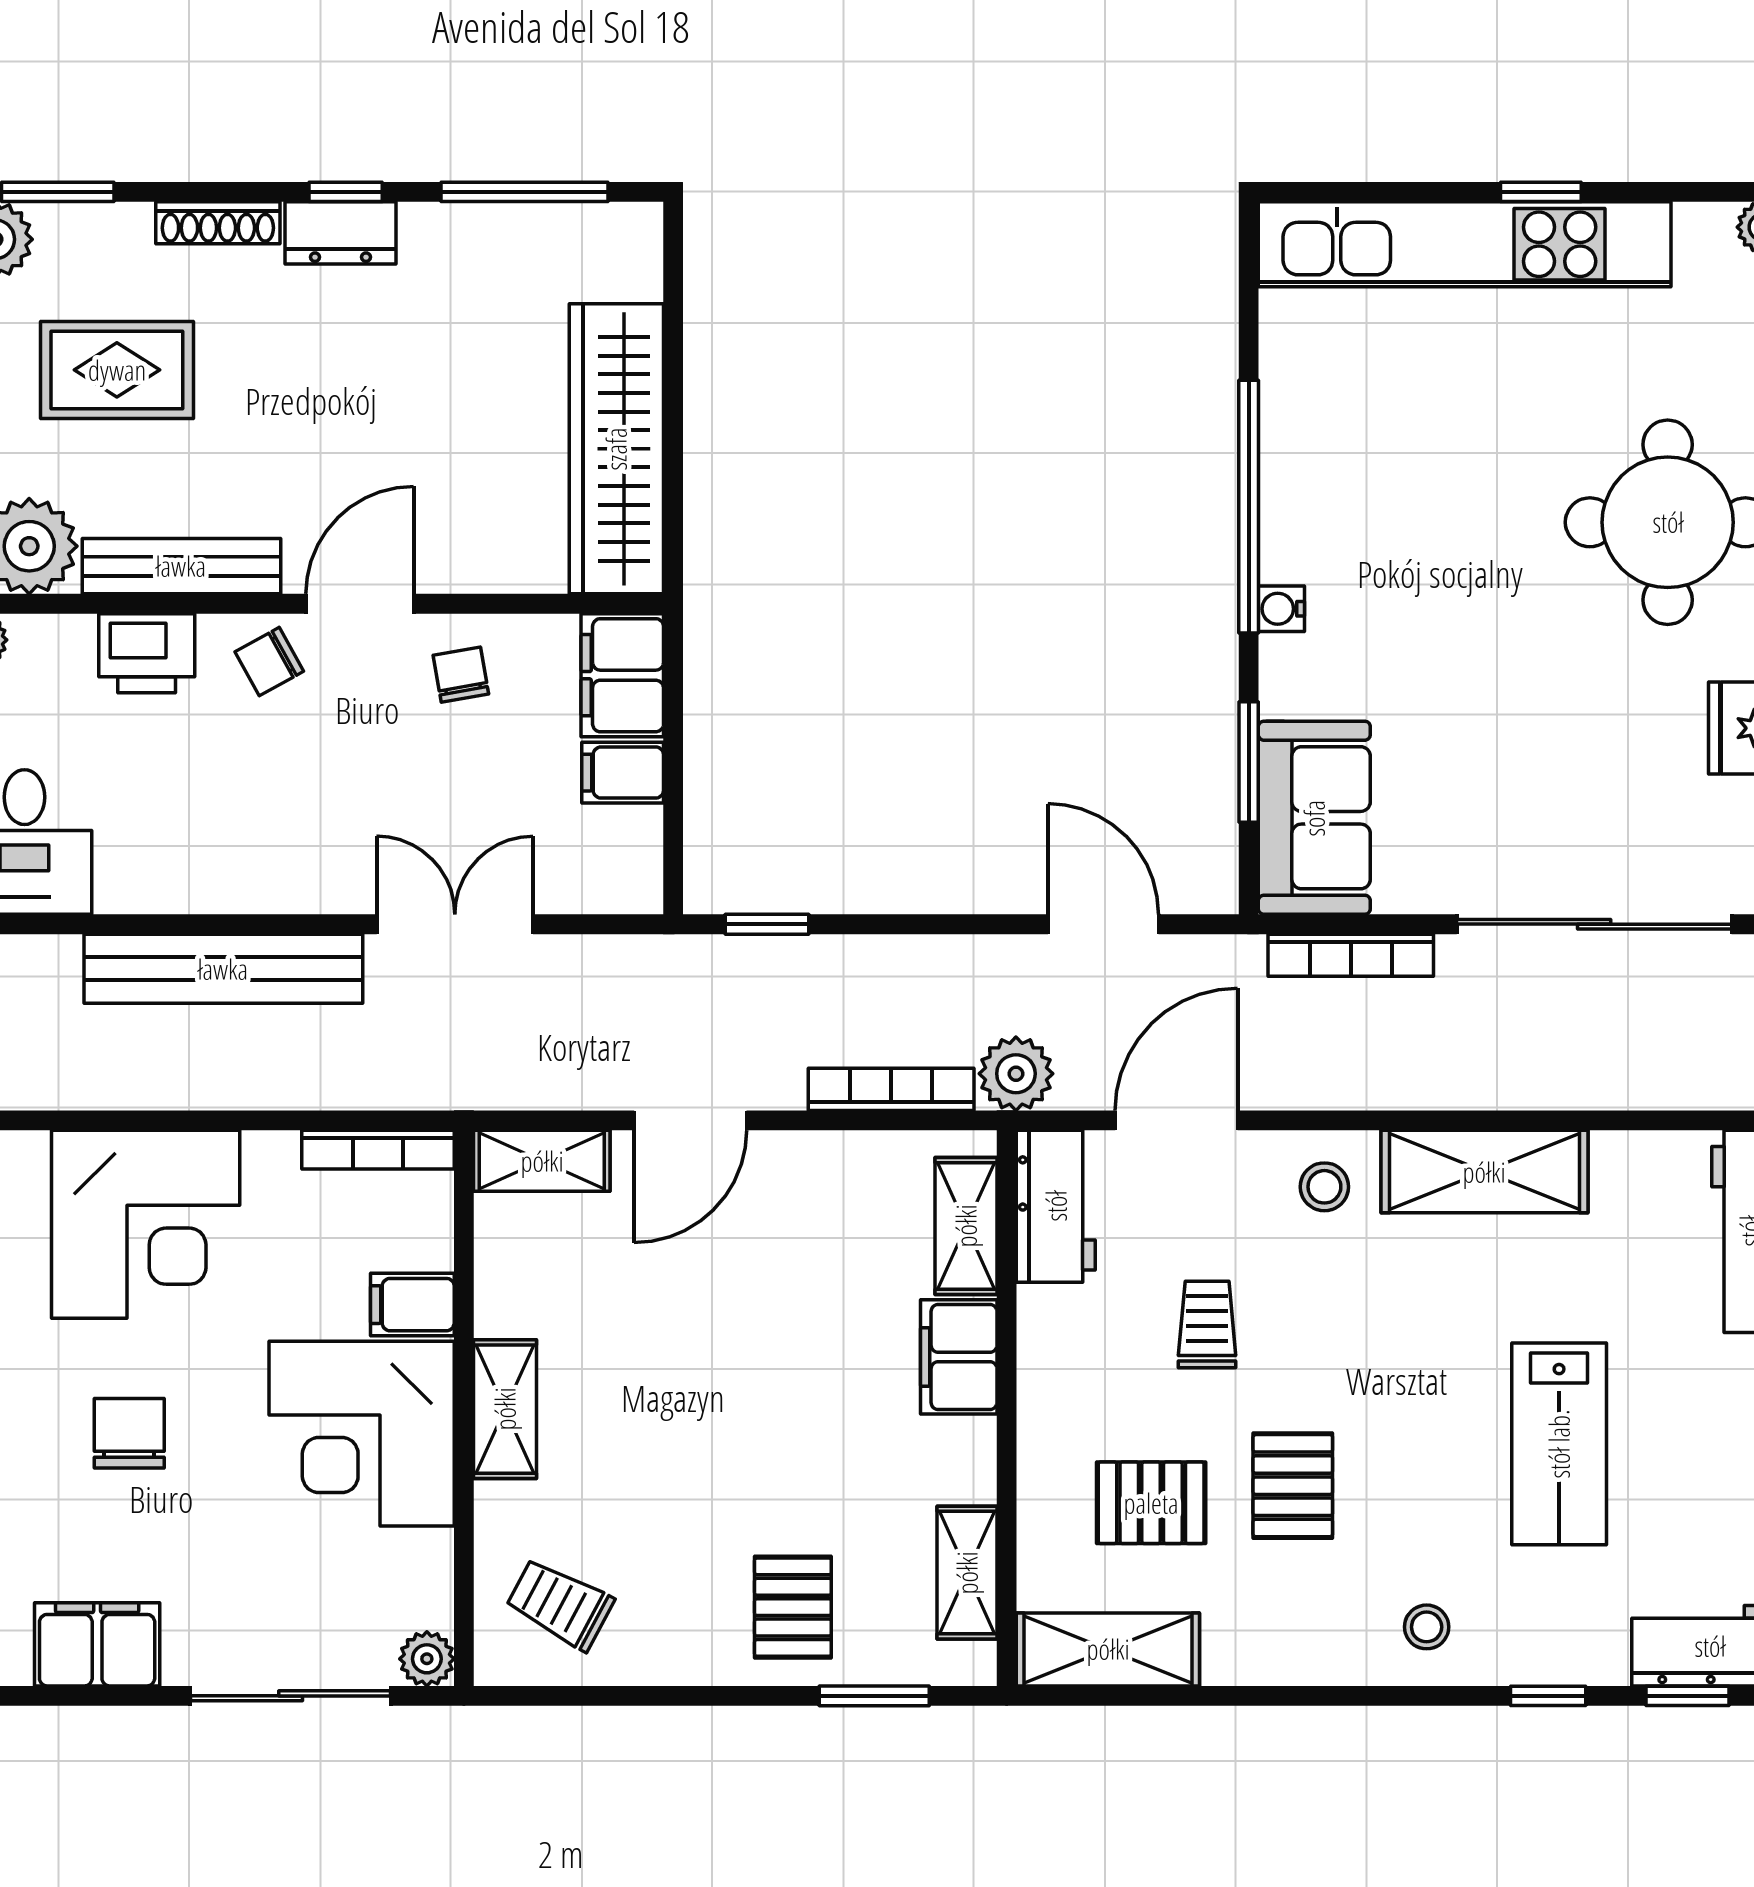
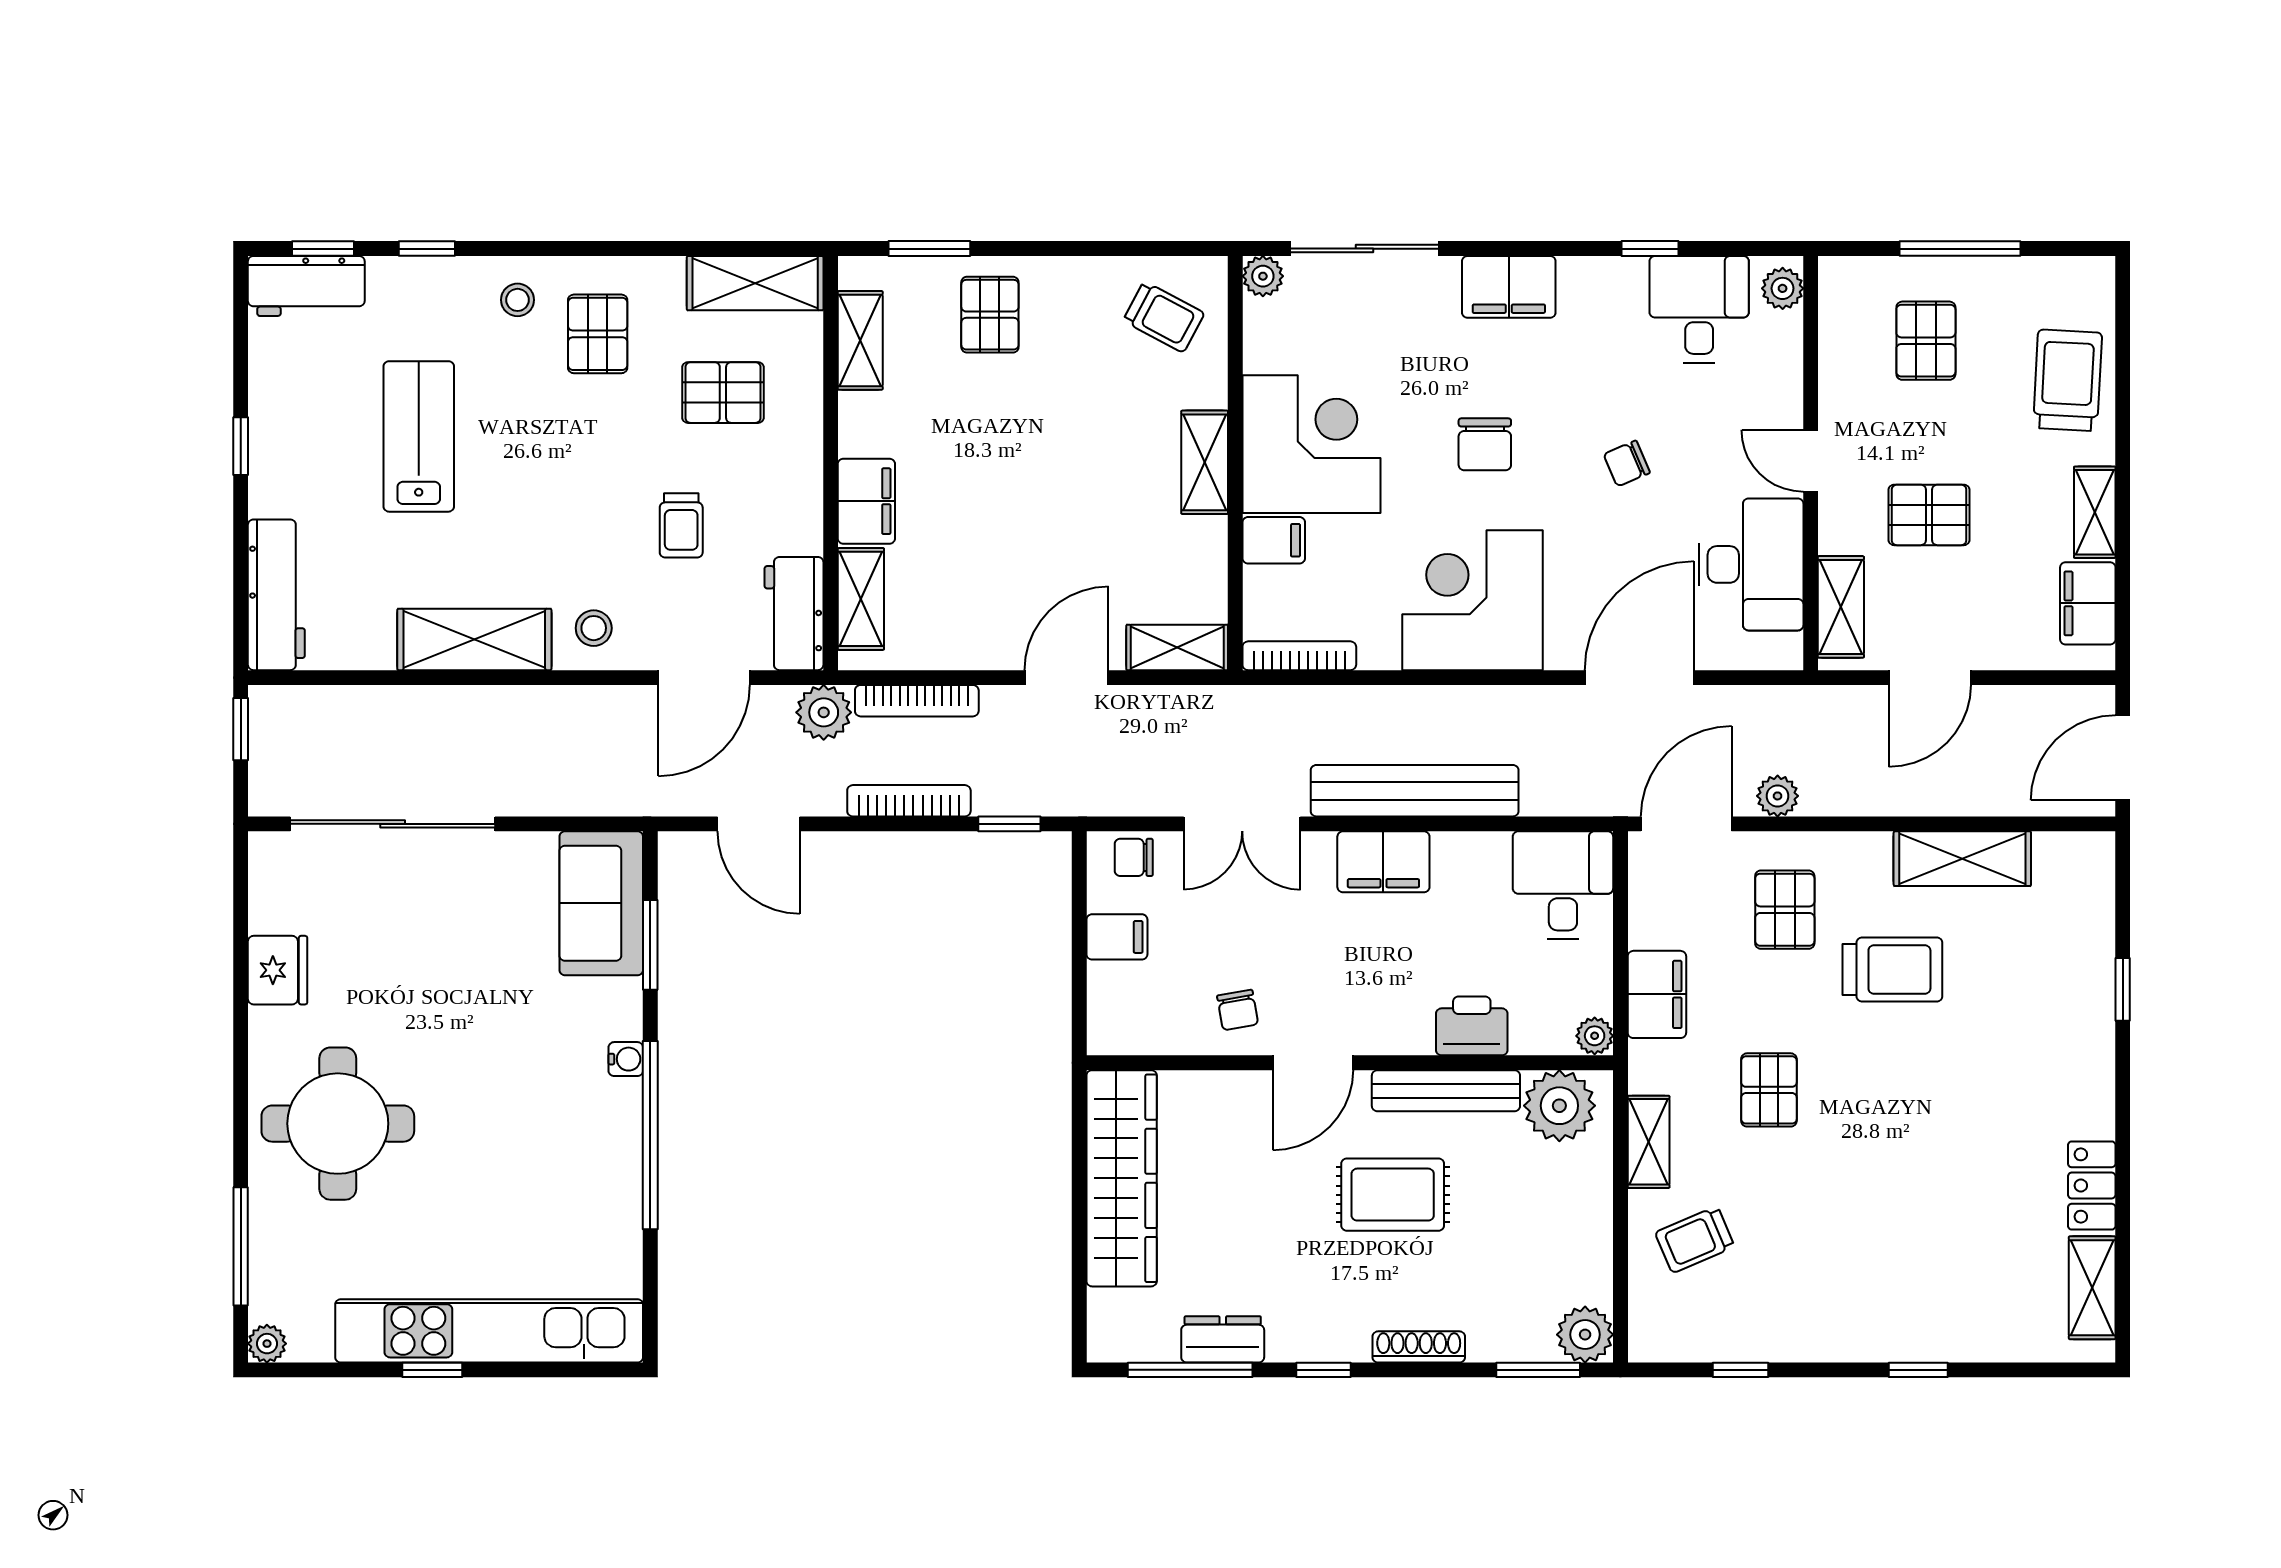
dresser: (340, 233) -> (1223, 1339), moved
rug: (117, 370) -> (1393, 1195), moved
chair: (269, 662) -> (1134, 857), moved, turned -151
filing cabinet: (622, 675) -> (1383, 862), moved, turned 90
bookcase: (1351, 955) -> (909, 801), moved
pallet: (1293, 1486) -> (598, 334), moved

